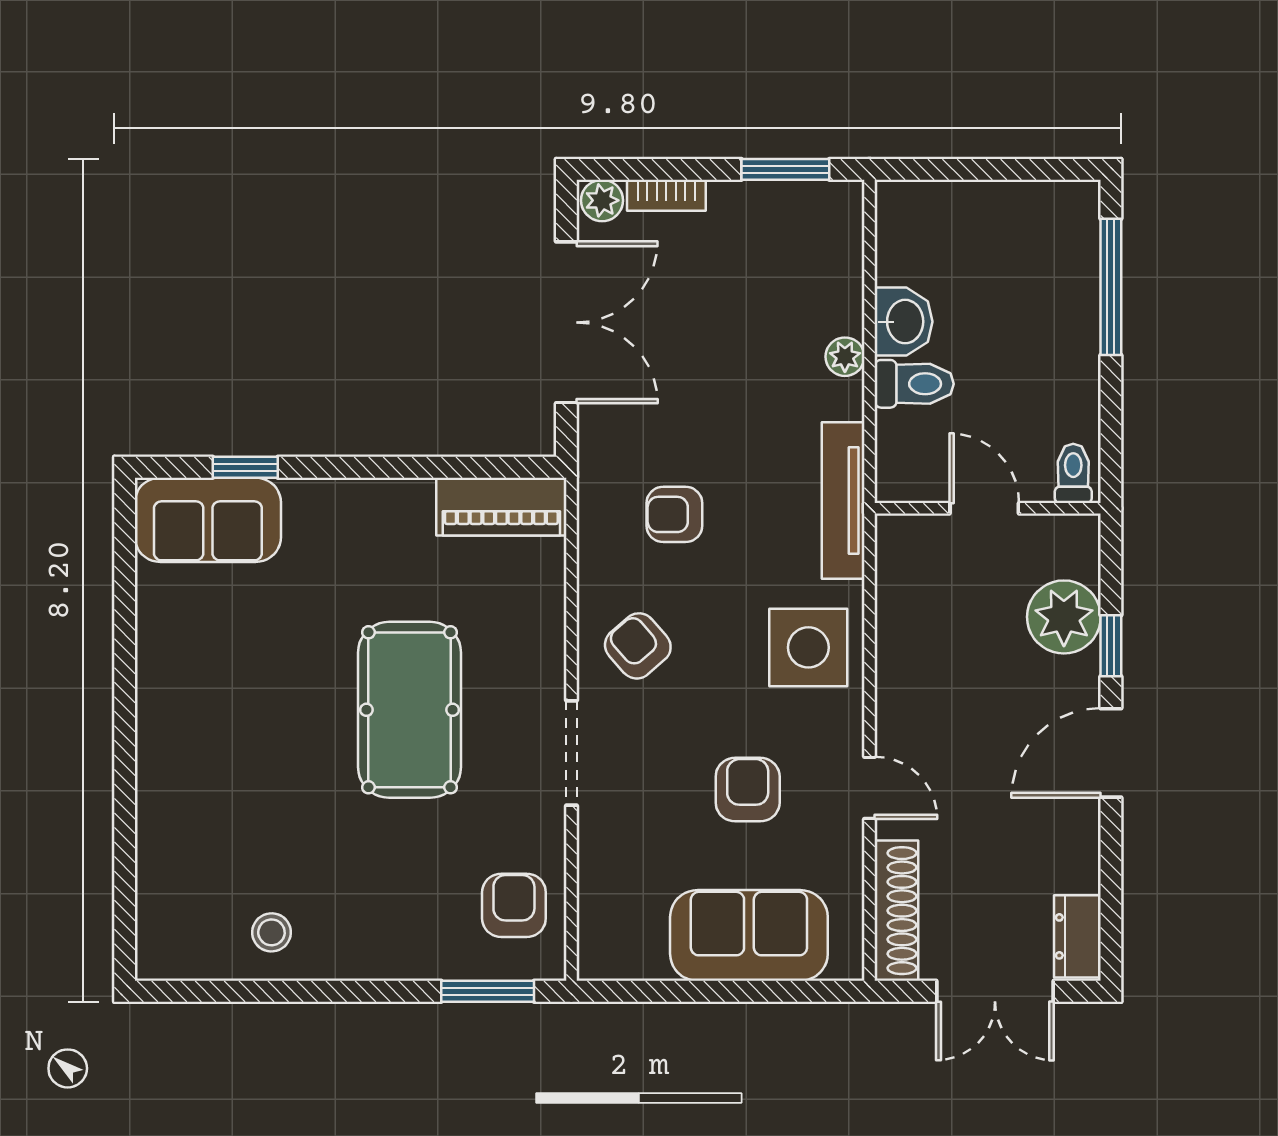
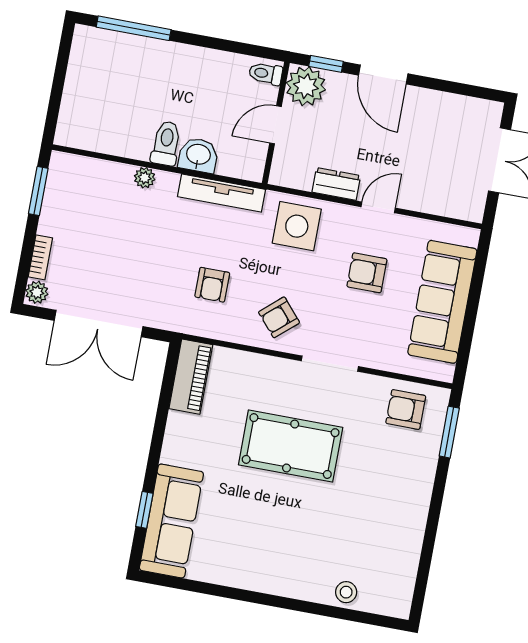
double door: (566, 322) -> (99, 324), swing flipped
washbasin: (903, 322) -> (198, 155), moved
toilet: (1073, 473) -> (266, 74), moved
door: (984, 508) -> (276, 125), moved
wall: (988, 508) -> (276, 123), moved
sofa: (208, 520) -> (171, 521), width x1.36
shoe rack: (896, 911) -> (447, 205), removed
stool: (271, 932) -> (346, 592), moved
sofa: (749, 935) -> (442, 302), width x1.36
dresser: (1077, 936) -> (336, 184), moved, turned 180

